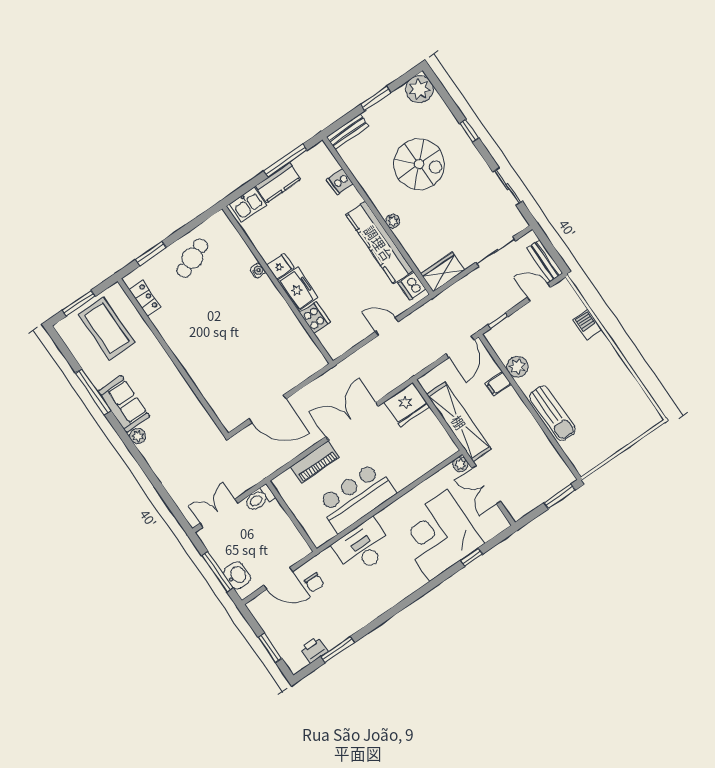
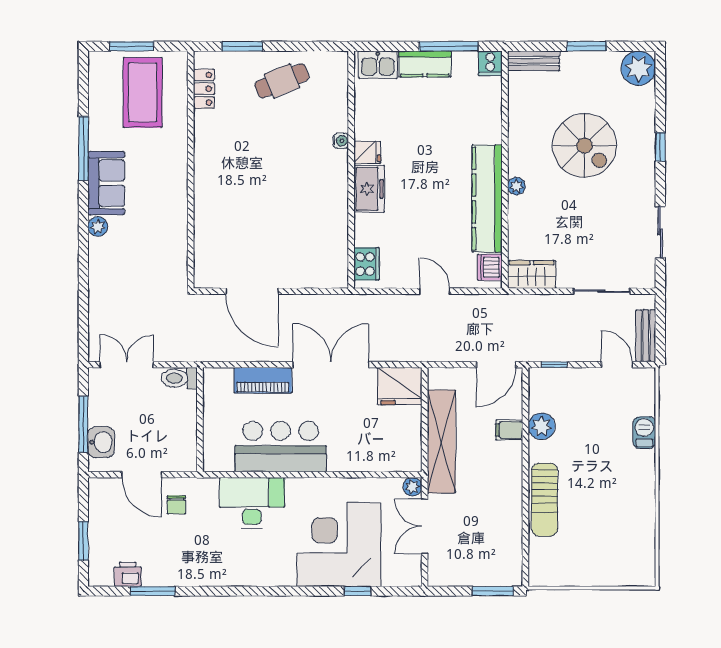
cooker: (340, 182) -> (490, 63), moved, turned -90
cooker: (315, 318) -> (367, 264), moved

